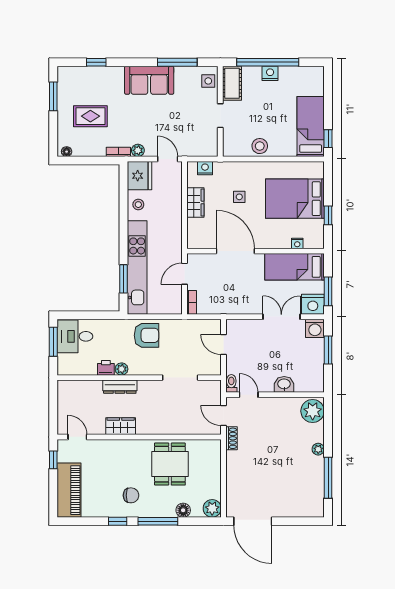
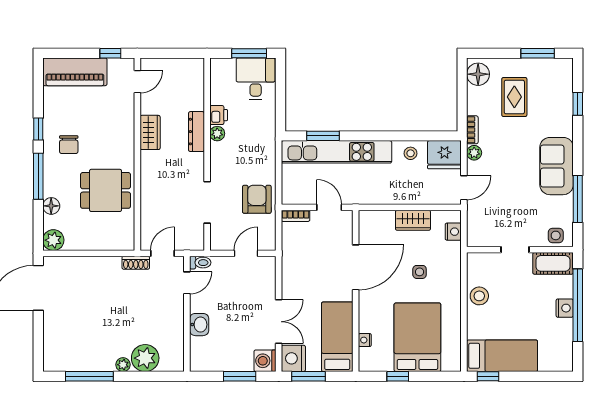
floor lamp: (67, 152) -> (478, 74), width x1.89, depth x1.89
armchair: (147, 335) -> (257, 199), moved, turned 180
plant: (313, 411) -> (145, 358), moved

